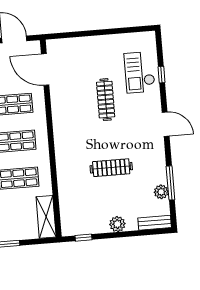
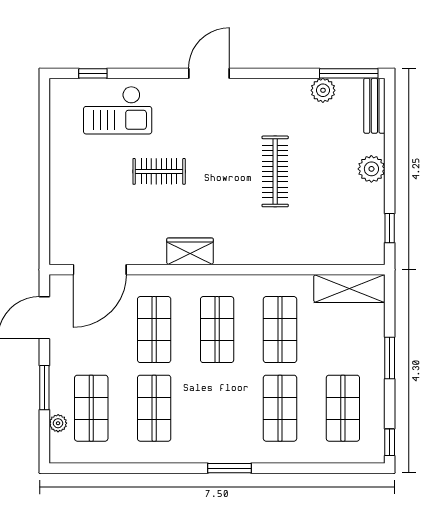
window: (162, 75) -> (93, 73), moved
clothes rail: (106, 100) -> (159, 171), width x0.73
wardrobe: (60, 122) -> (190, 251), added
window: (170, 183) -> (349, 73), moved

